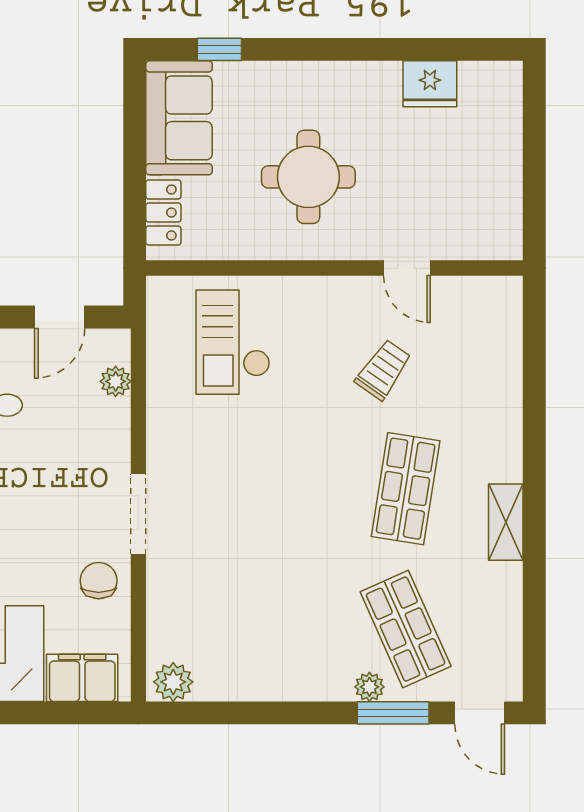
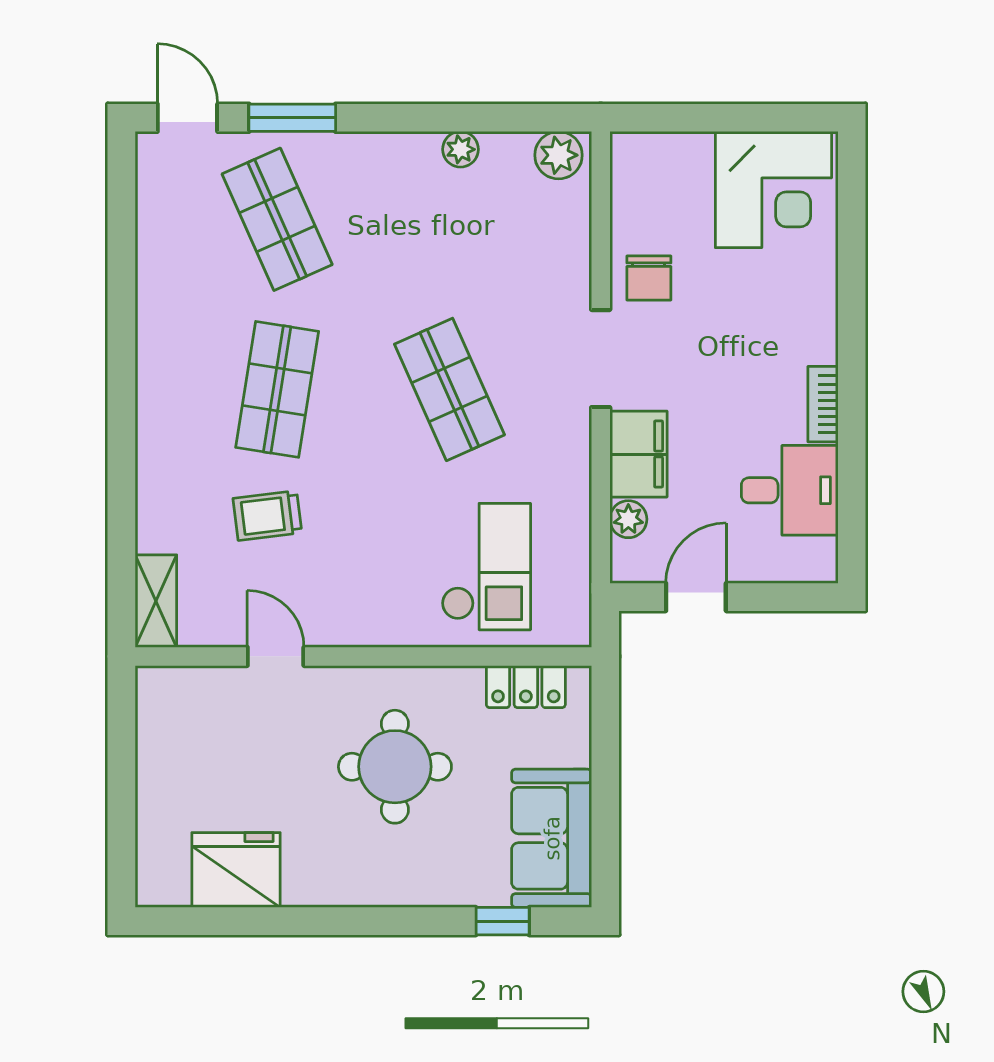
fridge: (430, 84) -> (236, 870), width x1.36, depth x1.34
locker: (163, 212) -> (526, 687), moved, turned -90
trolley: (383, 370) -> (267, 516), moved, turned 48
shop shelf: (263, 489) -> (449, 389), added
shelving: (506, 522) -> (156, 601), moved
filing cabinet: (82, 678) -> (638, 454), moved, turned -90
plant: (369, 687) -> (460, 149), moved

